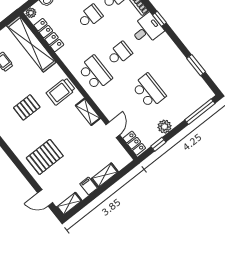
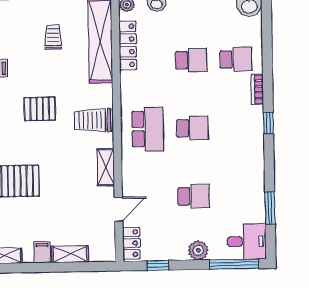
desk: (147, 29) -> (247, 242), moved
school desk: (149, 91) -> (194, 196), width x0.54
plant: (165, 127) -> (198, 250), moved

